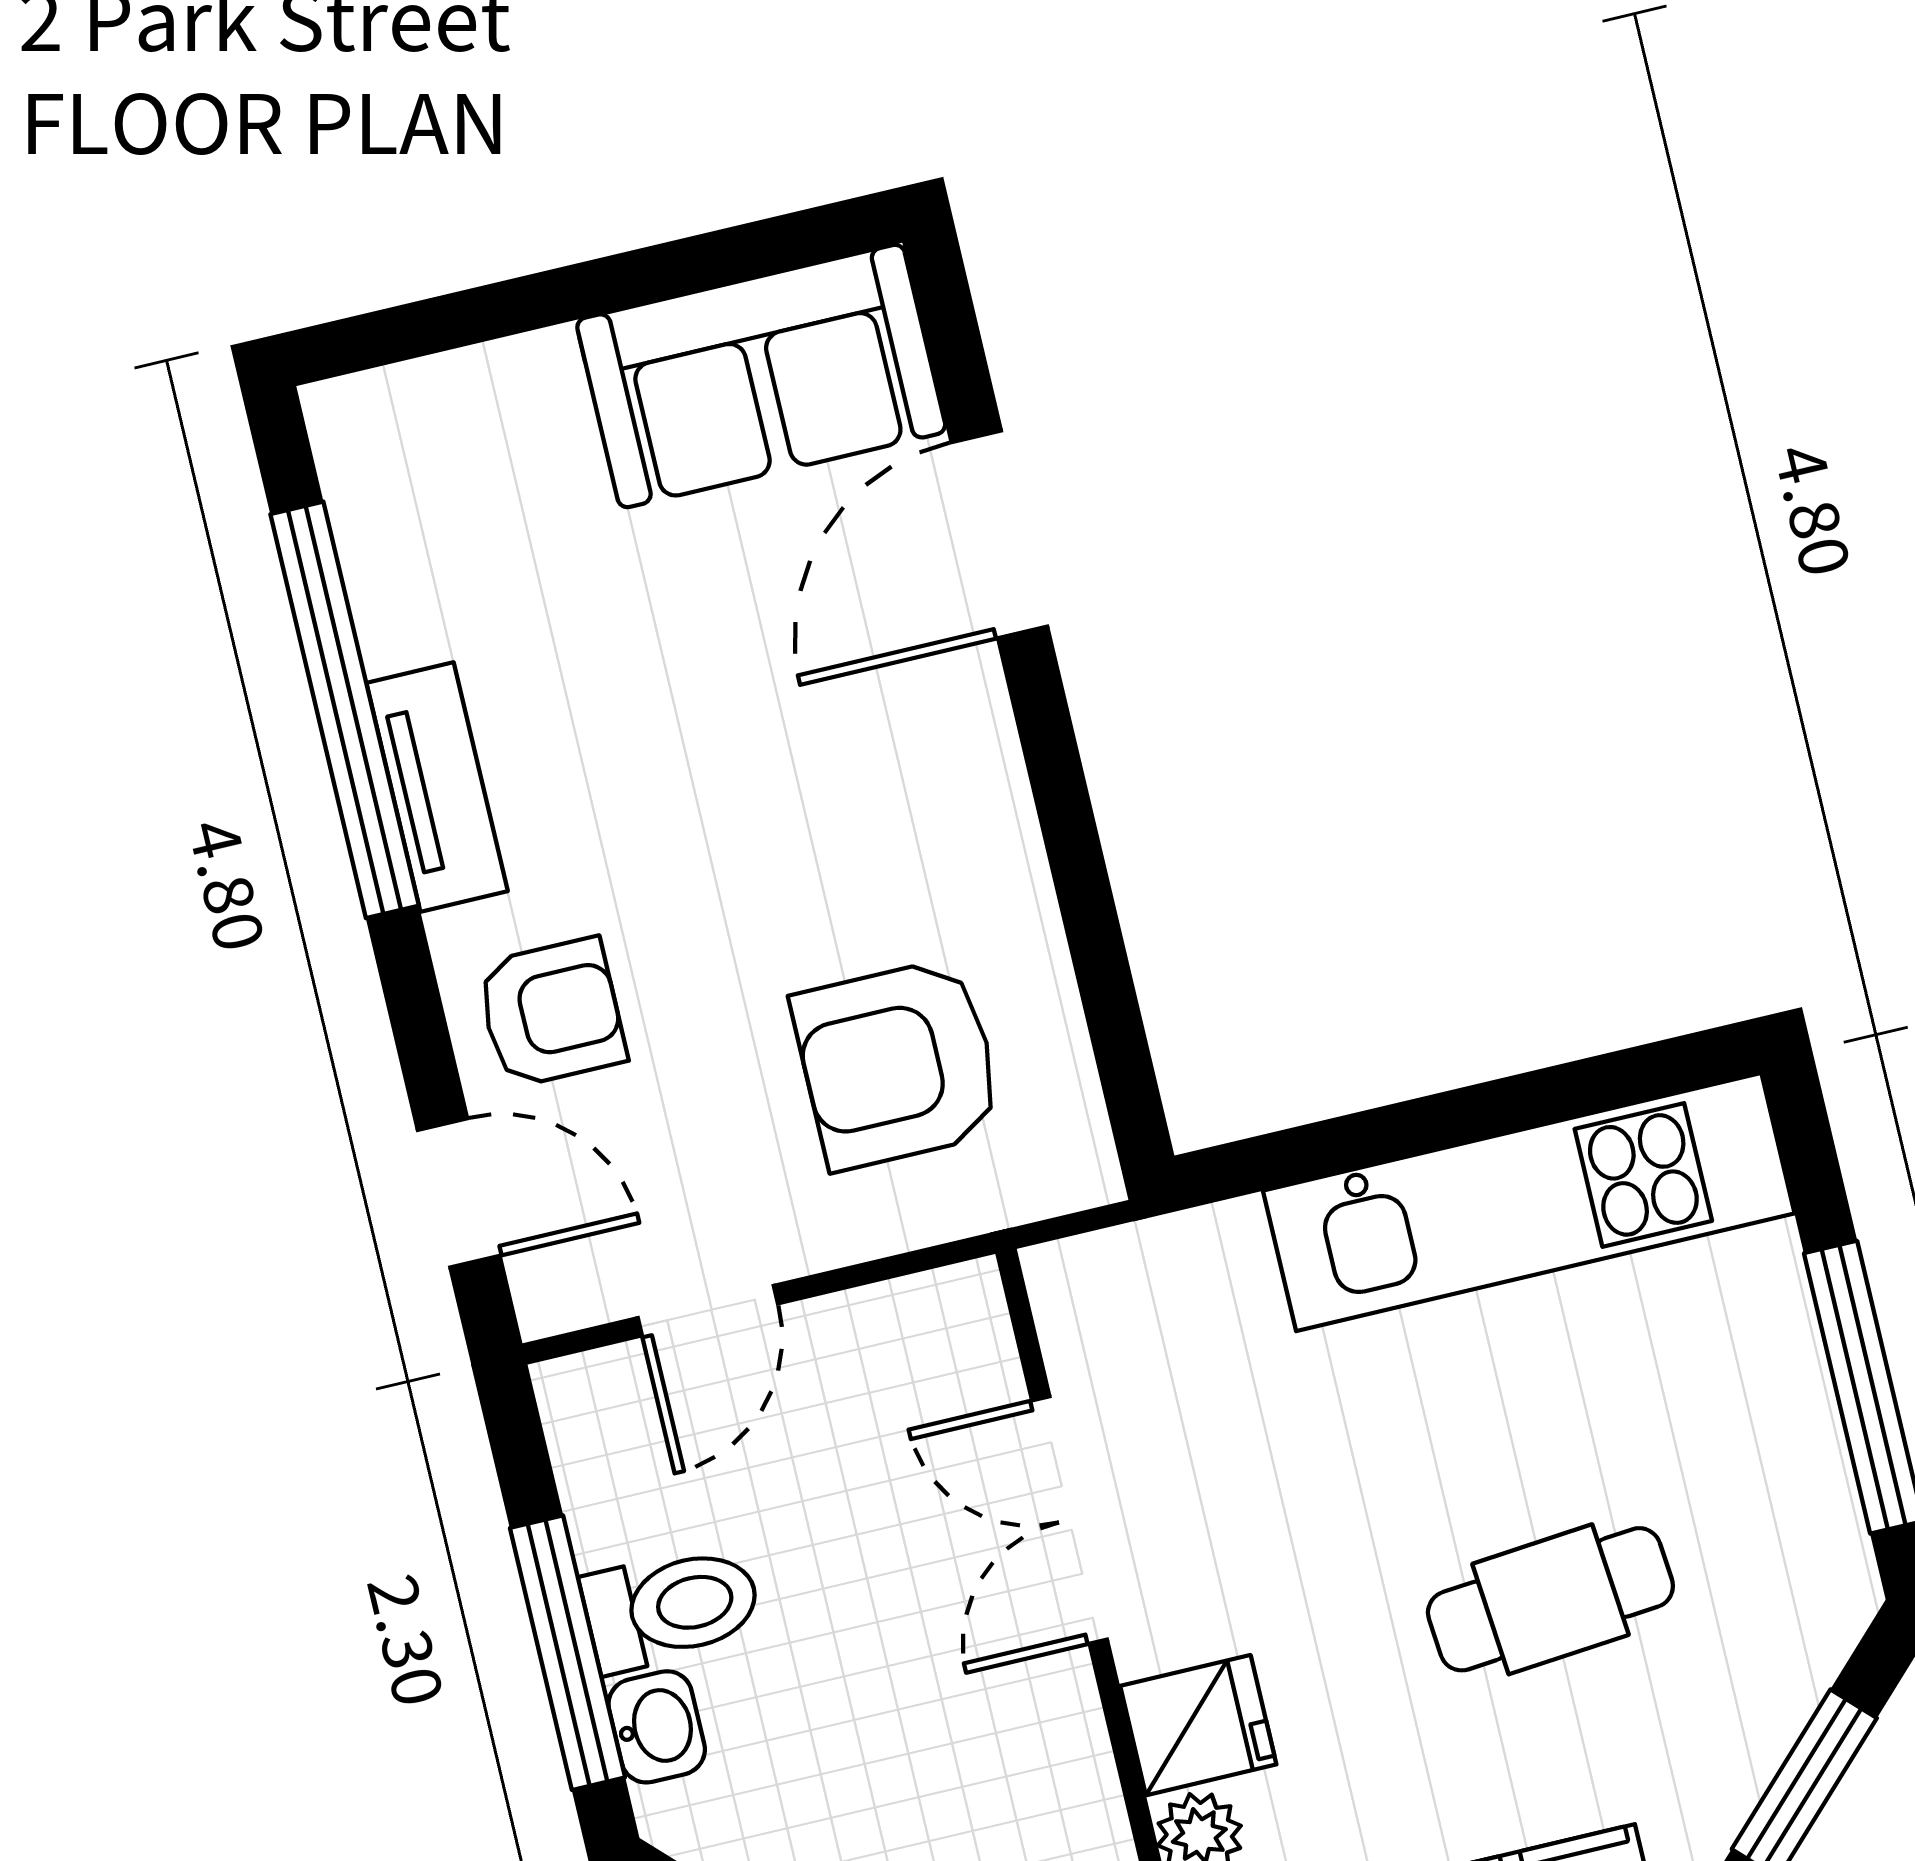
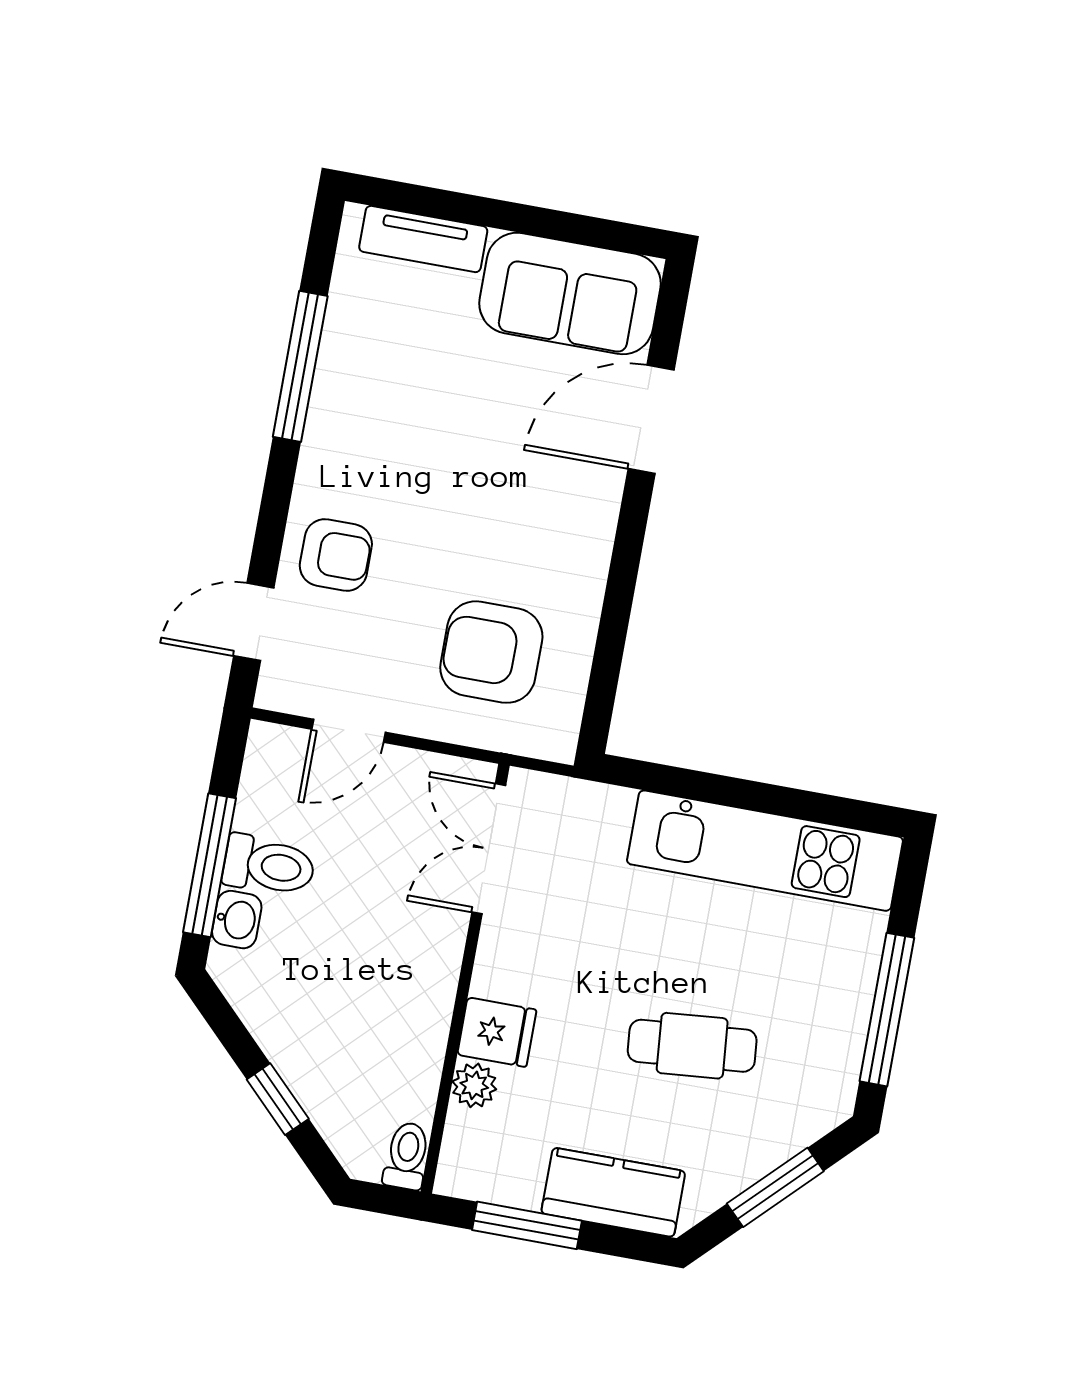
window: (345, 710) -> (300, 366), width x0.68
tv unit: (437, 787) -> (423, 239), moved, turned 90
door: (459, 1193) -> (254, 622), swing flipped
double door: (1070, 1520) -> (489, 849), moved

